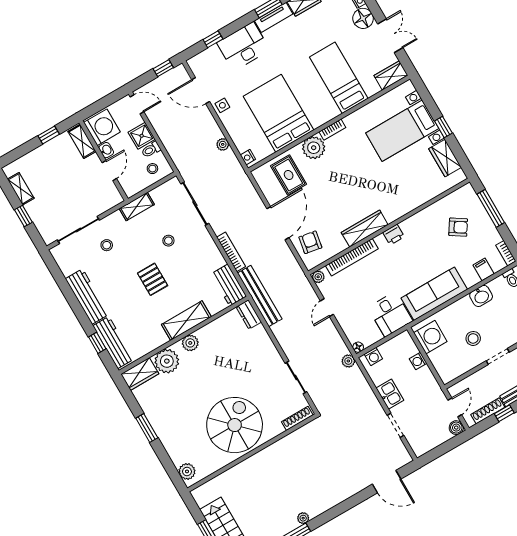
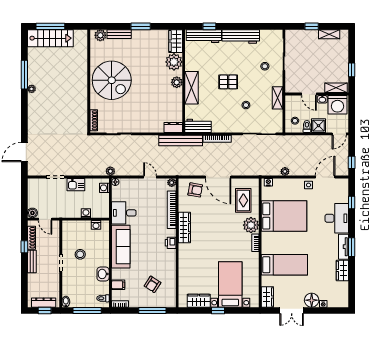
rug: (289, 175) -> (243, 200), turned 90
washing machine: (430, 337) -> (96, 225), width x0.53, depth x0.53
bench: (172, 449) -> (119, 34), added

